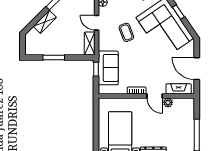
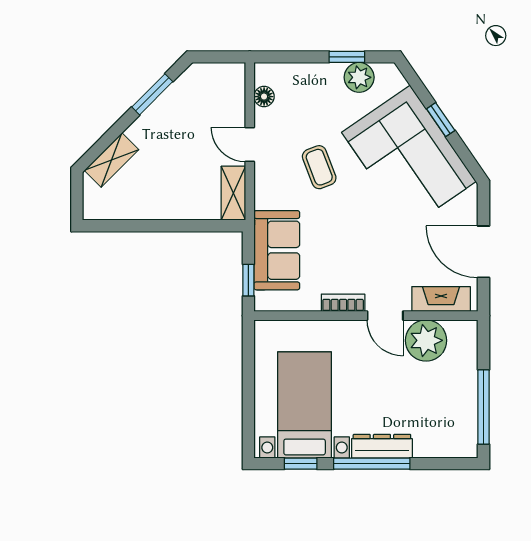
shelving: (45, 22) -> (111, 160), moved
window: (54, 57) -> (150, 226), removed
window: (96, 69) -> (248, 280), moved
plant: (168, 102) -> (426, 340), width x1.87, depth x1.87

